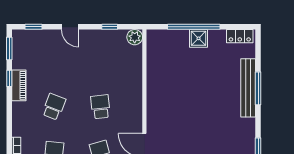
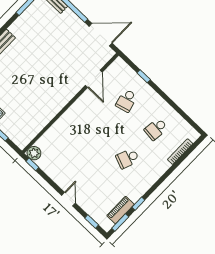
window: (110, 27) -> (32, 164), moved
piano: (19, 85) -> (120, 210), moved
school desk: (100, 107) -> (98, 130), removed

